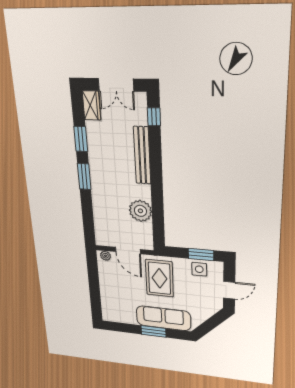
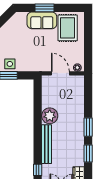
plant: (140, 211) -> (50, 116), moved
rug: (159, 278) -> (68, 28), moved
sofa: (163, 318) -> (42, 20), width x0.73

